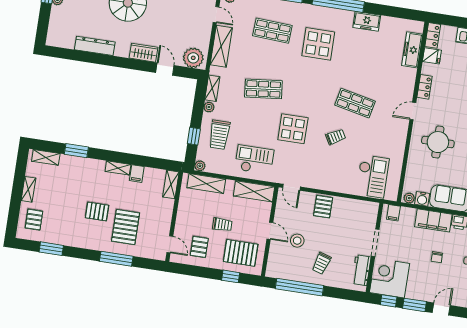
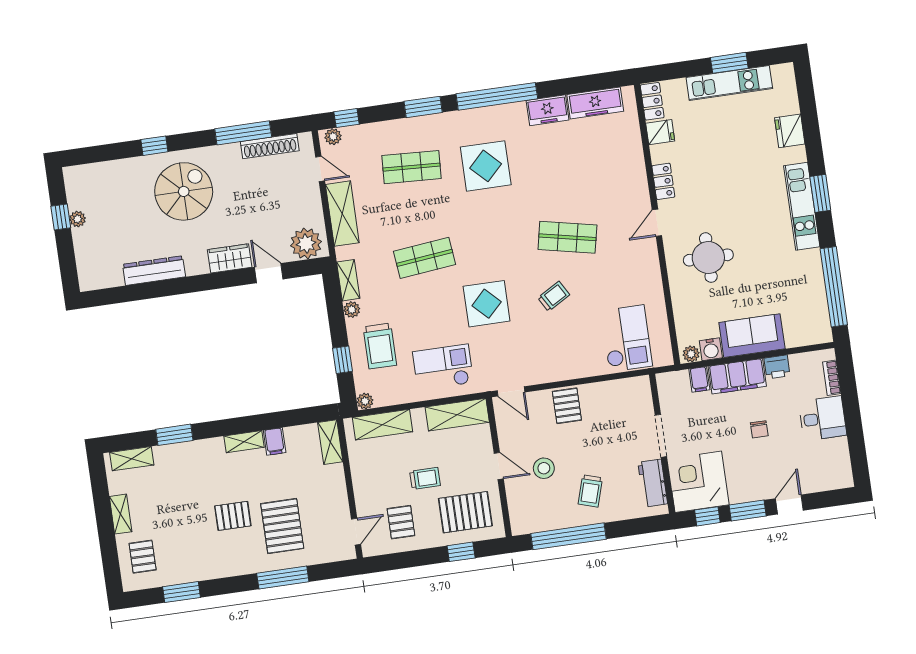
freezer: (412, 50) -> (595, 103), moved, turned -90
filing cabinet: (393, 213) -> (699, 379), moved
door: (170, 244) -> (356, 532), hinge flipped

